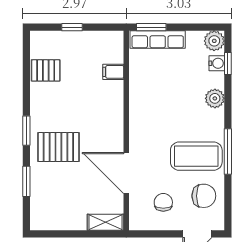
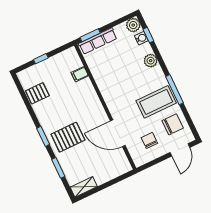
shelving: (106, 222) -> (84, 187), moved

